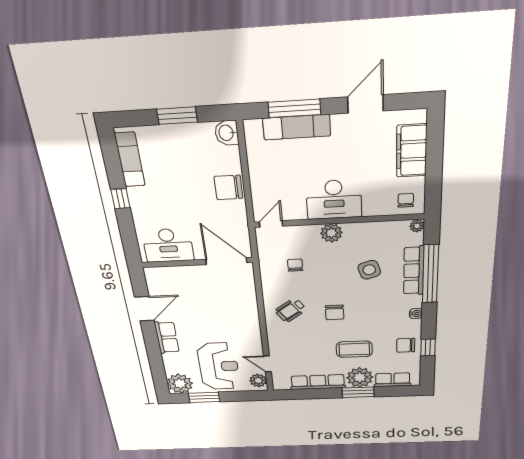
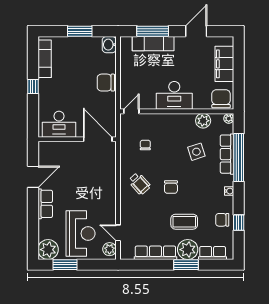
chair: (406, 200) -> (221, 99), width x1.87, depth x1.87
plant: (331, 233) -> (203, 121), moved
wheelchair: (291, 310) -> (139, 183), turned -97

